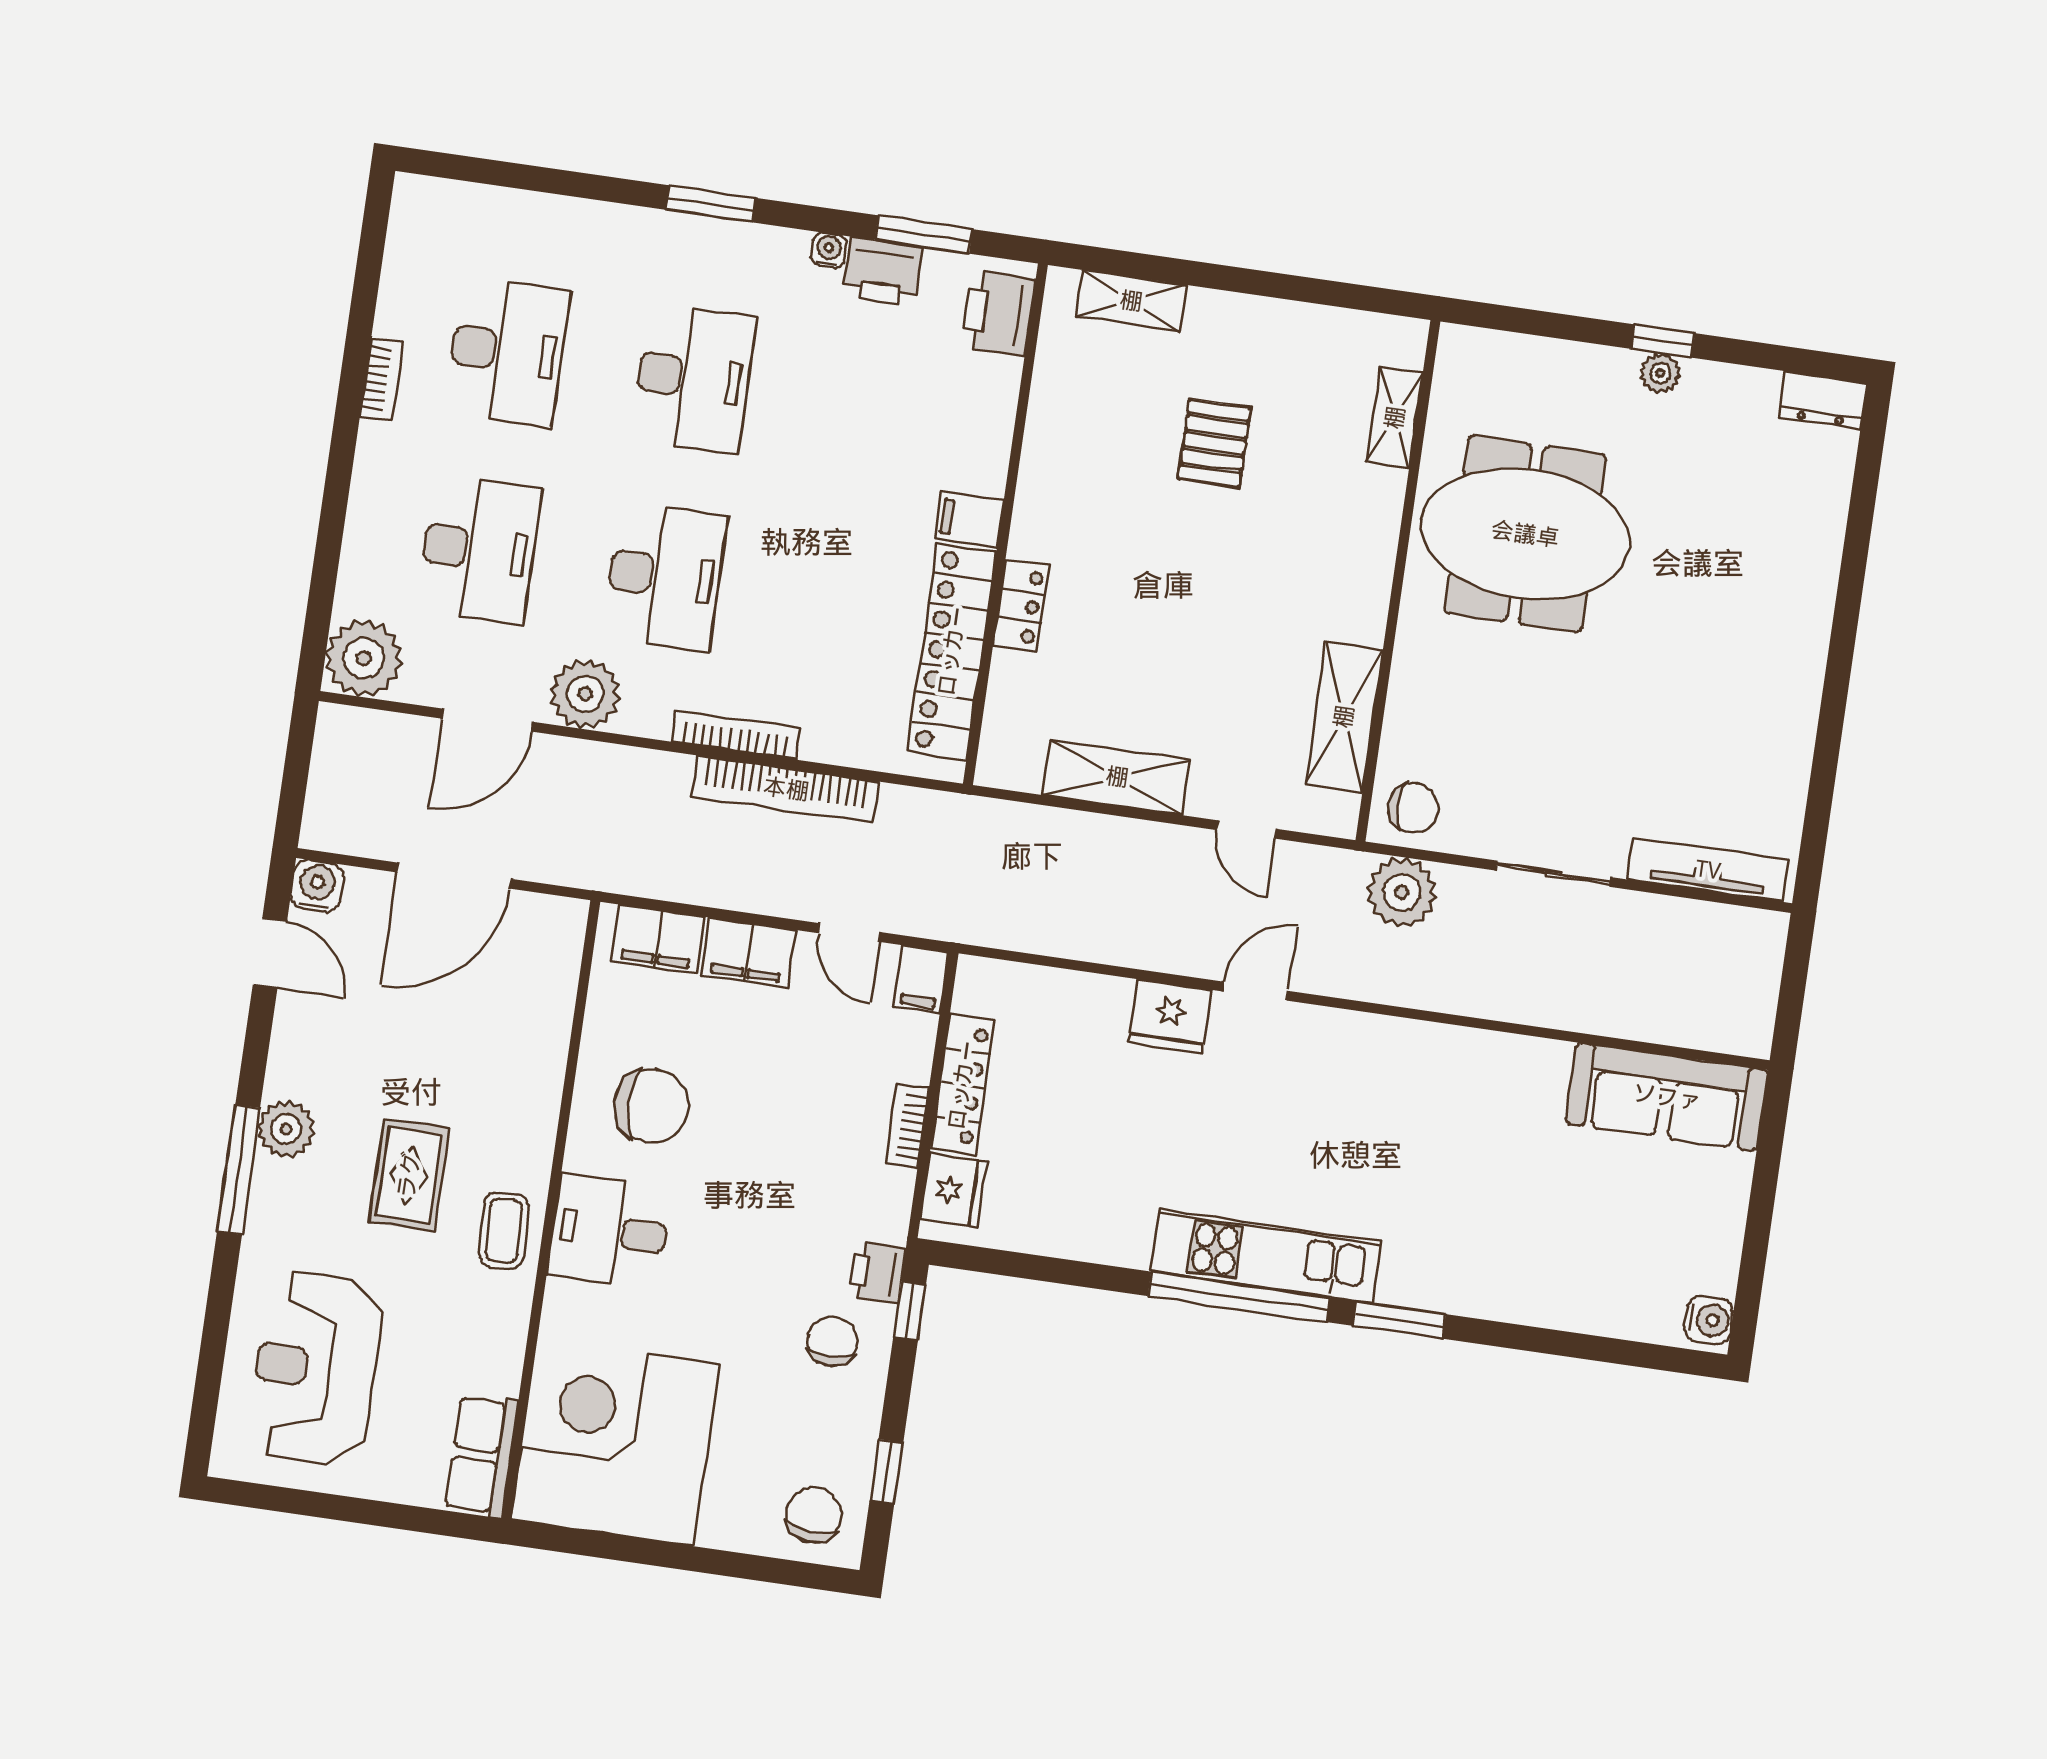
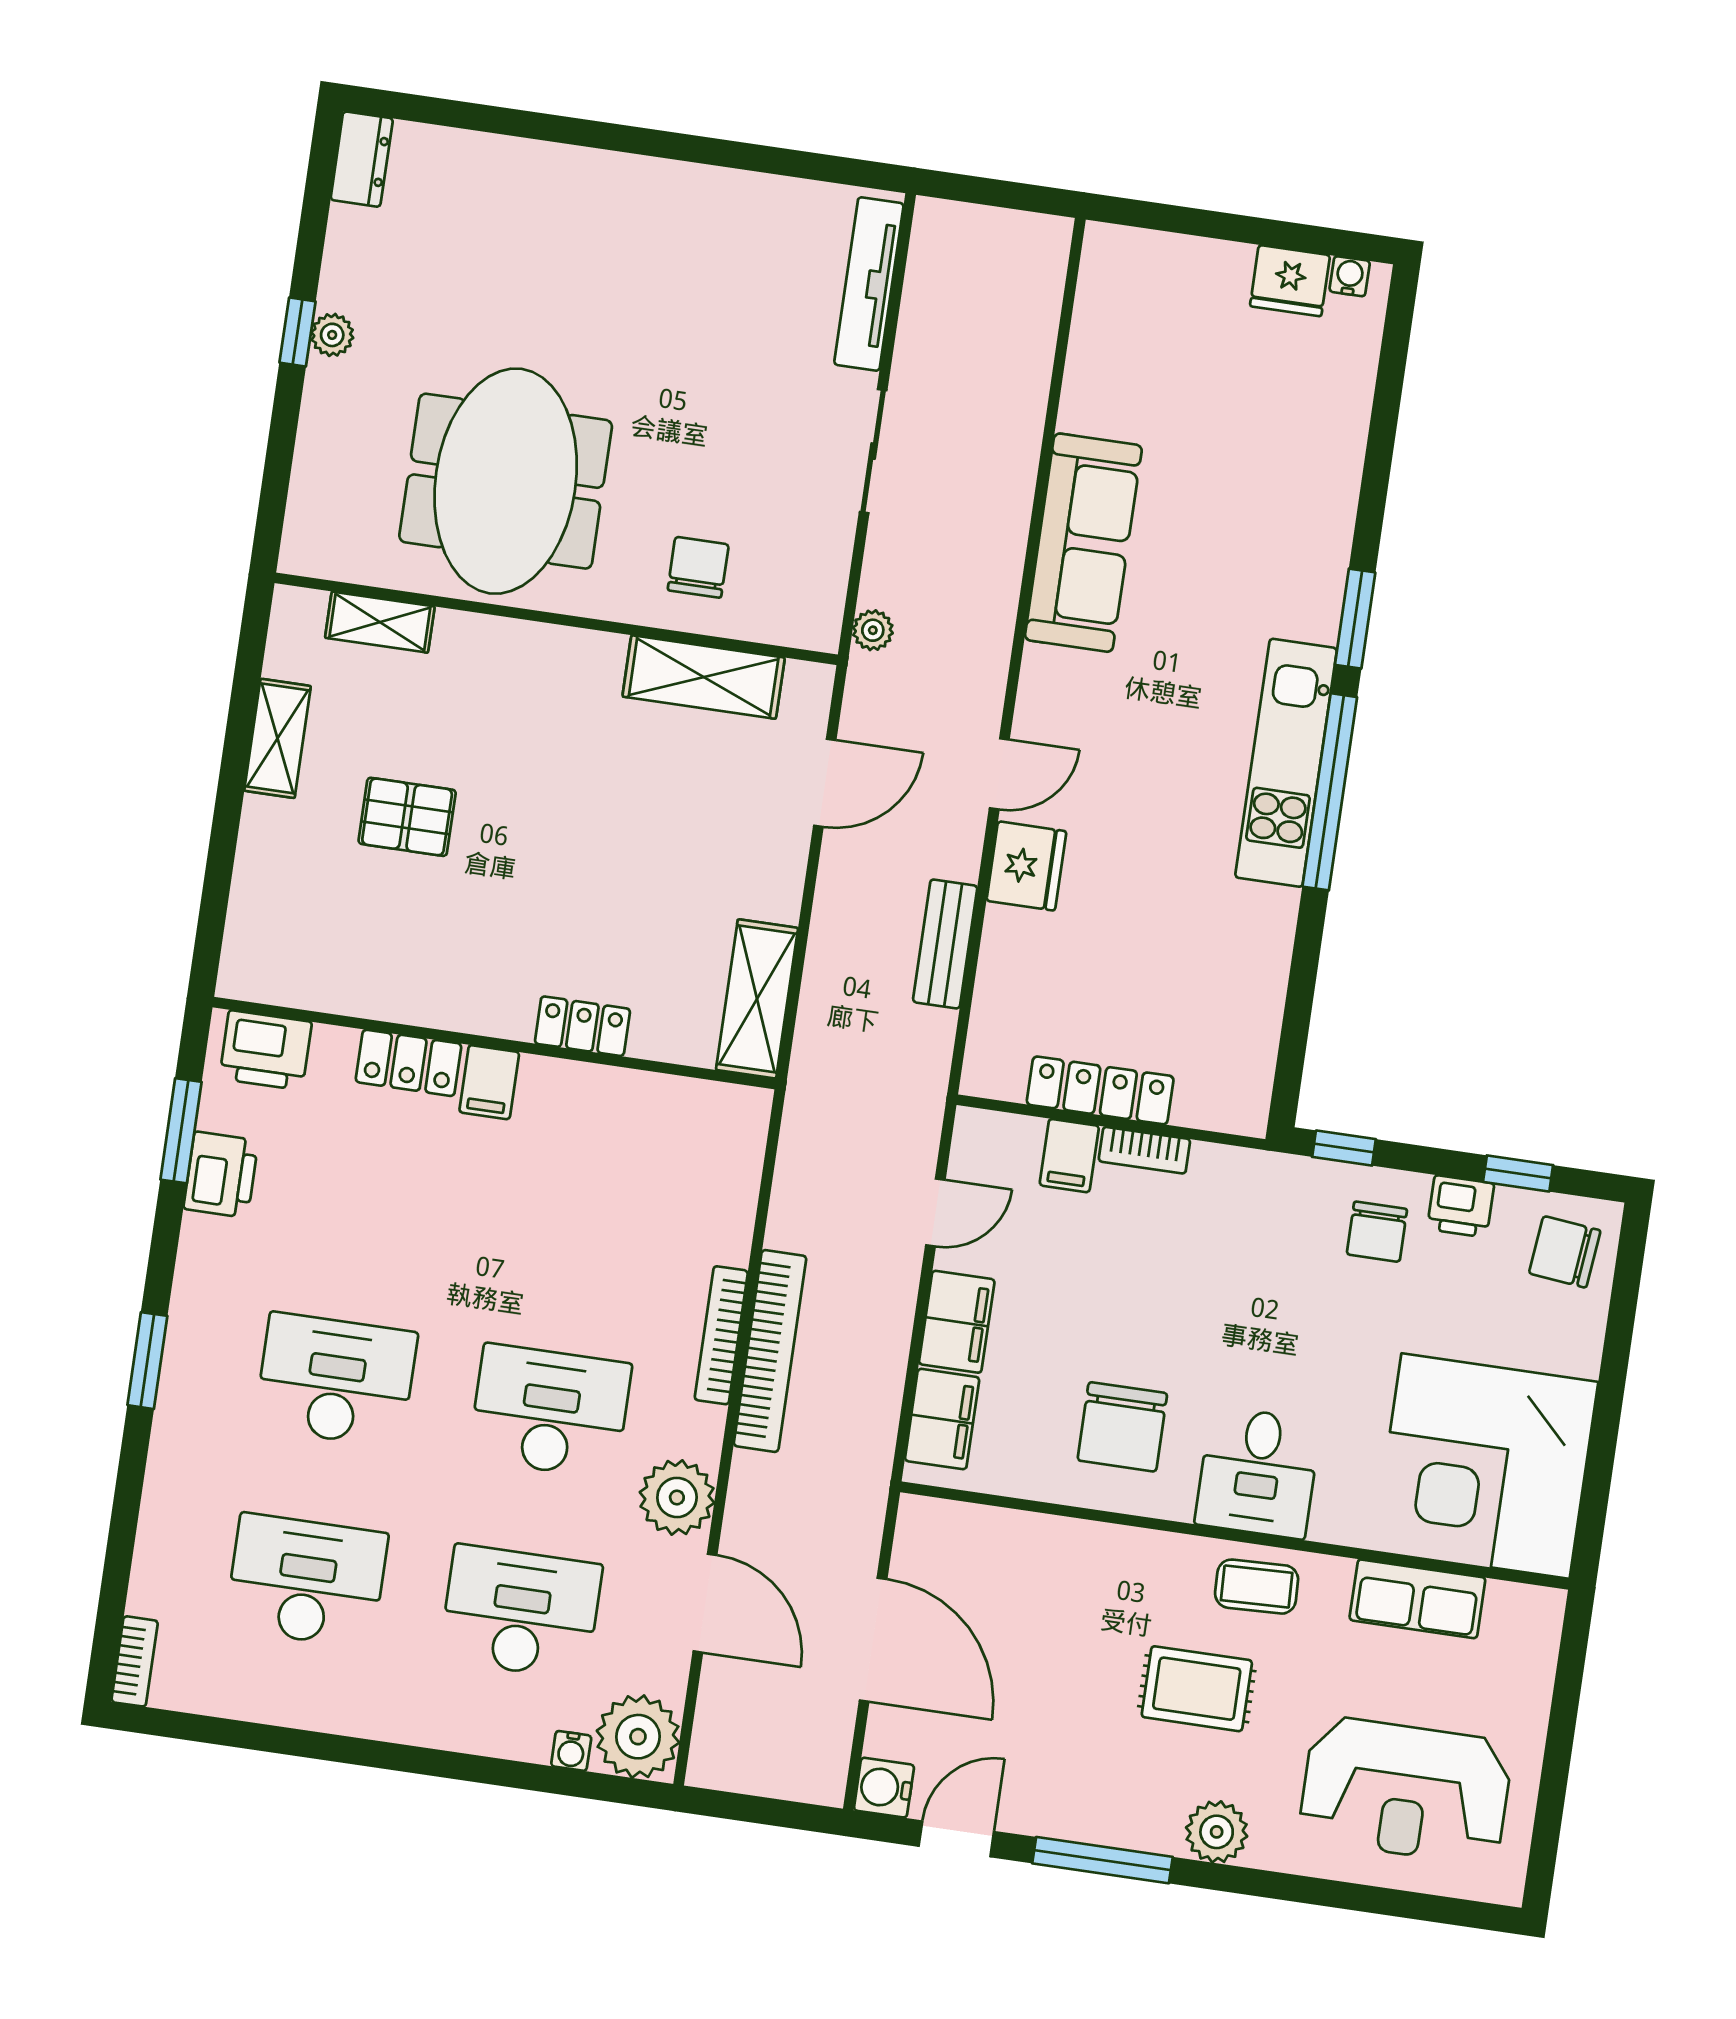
water cooler: (829, 250) -> (571, 1751), moved, turned -90
shelving: (1131, 301) -> (278, 738), moved
bookcase: (381, 379) -> (135, 1661), moved, turned 90
locker: (952, 651) -> (409, 1063), moved, width x0.46, depth x0.83
shelving: (1117, 777) -> (757, 999), moved
bookcase: (786, 789) -> (770, 1351), moved
chair: (1413, 808) -> (698, 567), moved
door: (1247, 830) -> (825, 783), width x1.38
plant: (1402, 892) -> (873, 630), width x0.53, depth x0.53
bench: (1098, 941) -> (945, 944), added
filing cabinet: (921, 979) -> (1069, 1156), moved, turned 90
door: (1255, 991) -> (999, 774), swing flipped
sofa: (1667, 1097) -> (1083, 543), moved
chair: (651, 1106) -> (1122, 1427), turned 180
plant: (286, 1129) -> (1217, 1832), moved
window: (239, 1170) -> (1102, 1860), moved
fridge: (953, 1190) -> (1290, 281), moved, turned 180
printer: (877, 1272) -> (1461, 1206), moved
water cooler: (1709, 1320) -> (1350, 276), width x0.72, depth x0.72
chair: (832, 1341) -> (1377, 1232), turned -90
row of seats: (482, 1456) -> (1417, 1599), moved

